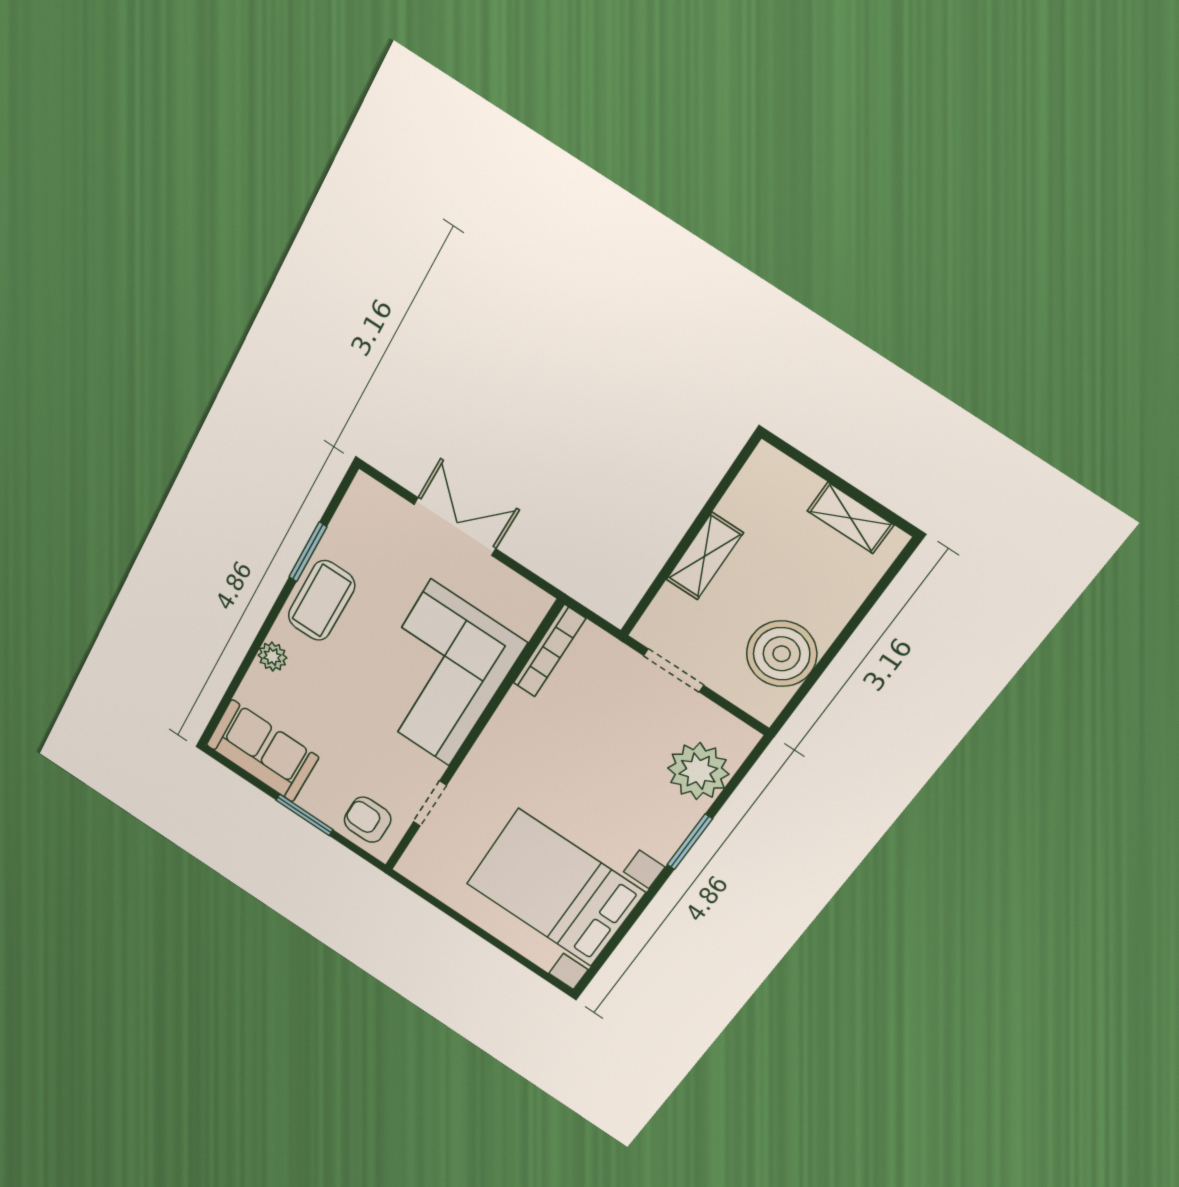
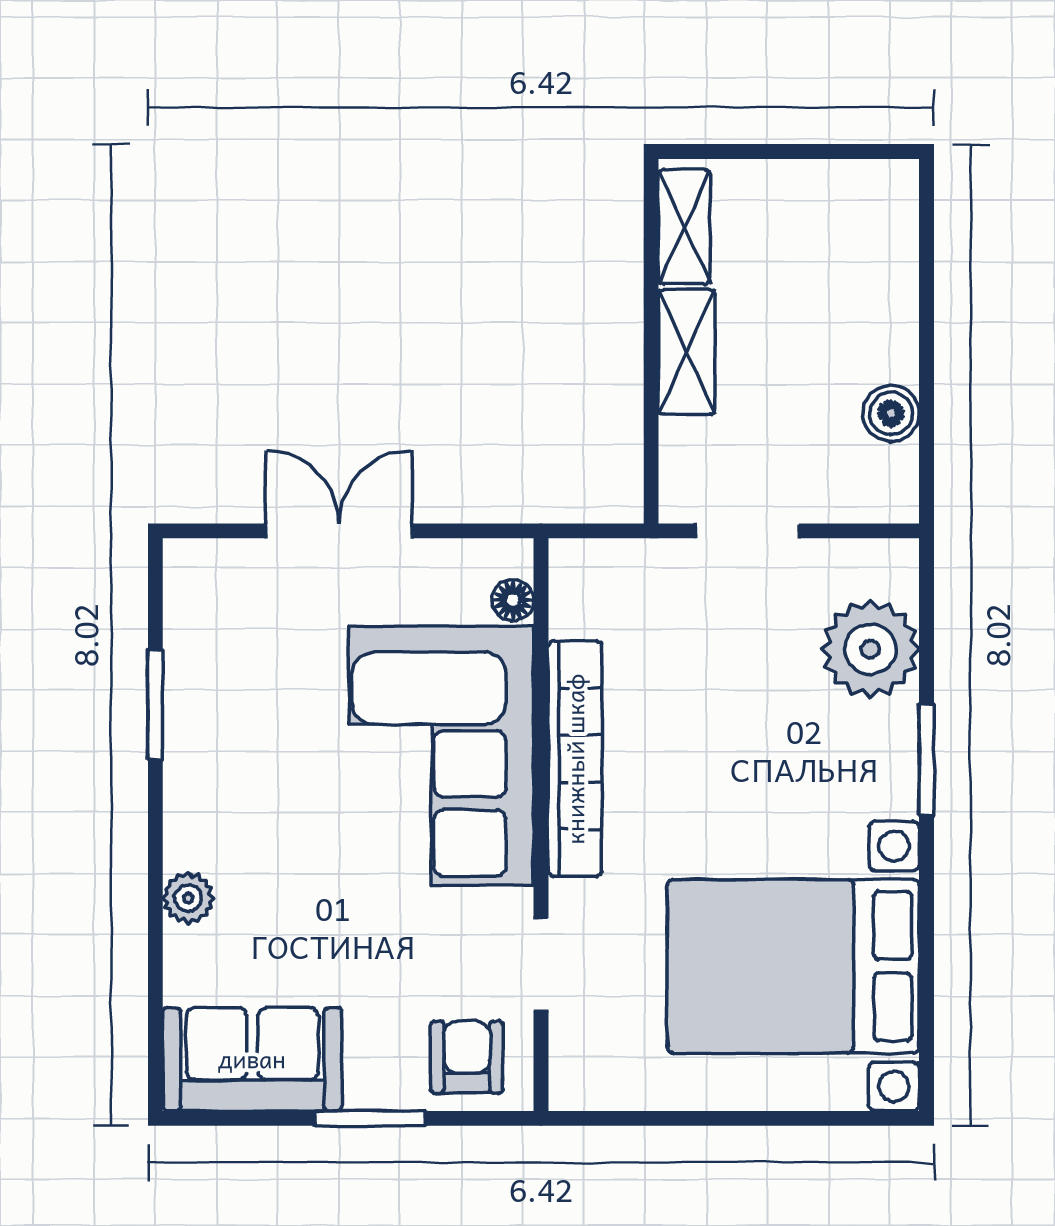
shelving: (850, 518) -> (684, 227), moved, turned 90
coffee table: (321, 601) -> (214, 763), removed
floor lamp: (525, 623) -> (513, 600), added
bookcase: (549, 651) -> (575, 759), moved, width x1.48, depth x1.31
boiler: (782, 654) -> (891, 413), width x0.54, depth x0.54
armchair: (368, 820) -> (467, 1057), turned 90

